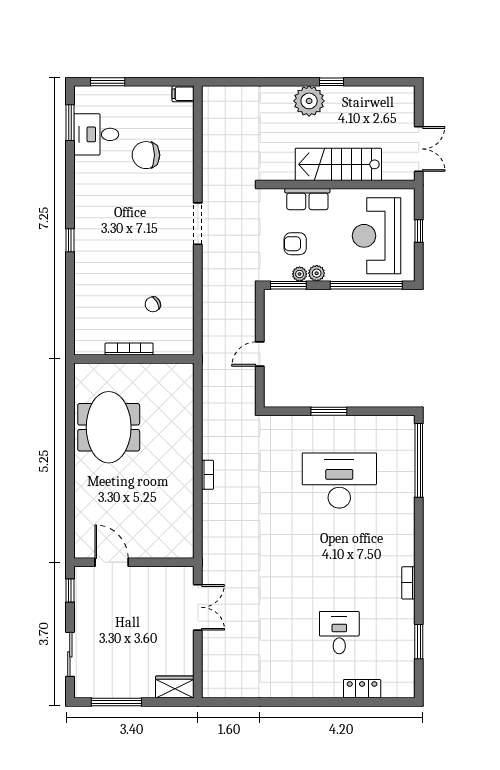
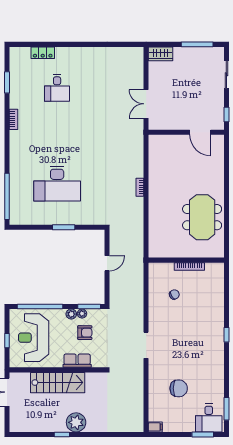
desk: (96, 134) -> (209, 418), moved, turned 90
reception desk: (376, 236) -> (34, 338), turned 180

